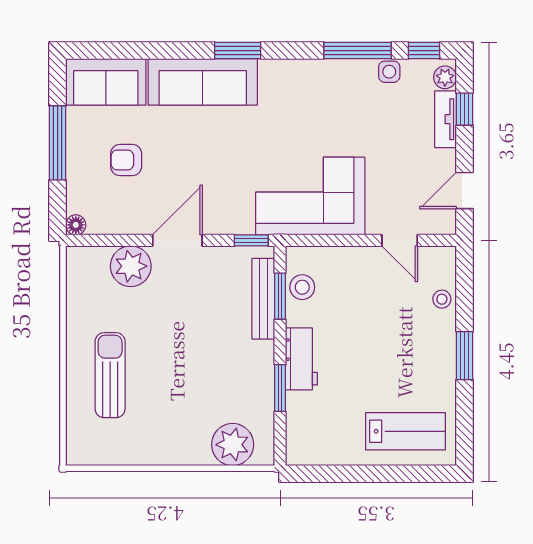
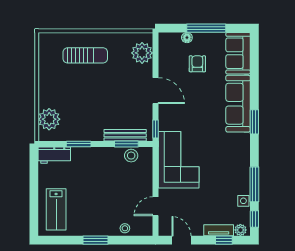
floor lamp: (76, 225) -> (187, 38), moved
plant: (131, 266) -> (142, 53), moved
workbench: (301, 359) -> (54, 155), moved

